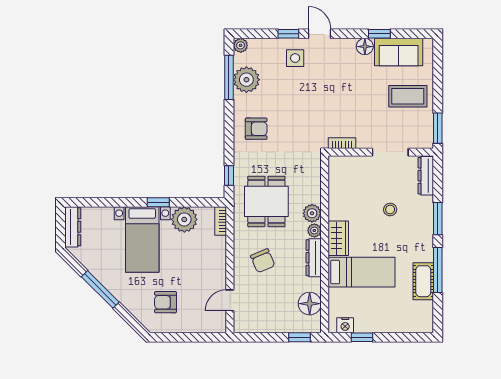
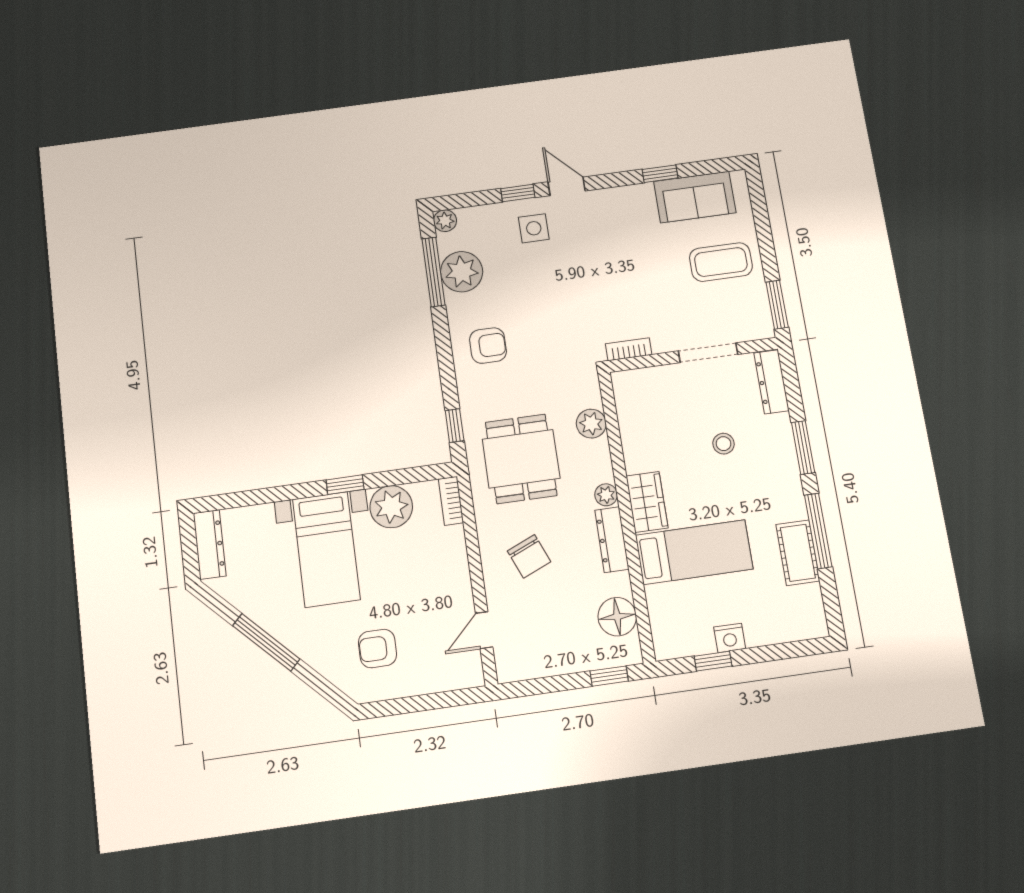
floor lamp: (365, 47) -> (640, 196), removed
plant: (312, 213) -> (591, 424), moved
nightstand: (345, 325) -> (730, 638), moved

